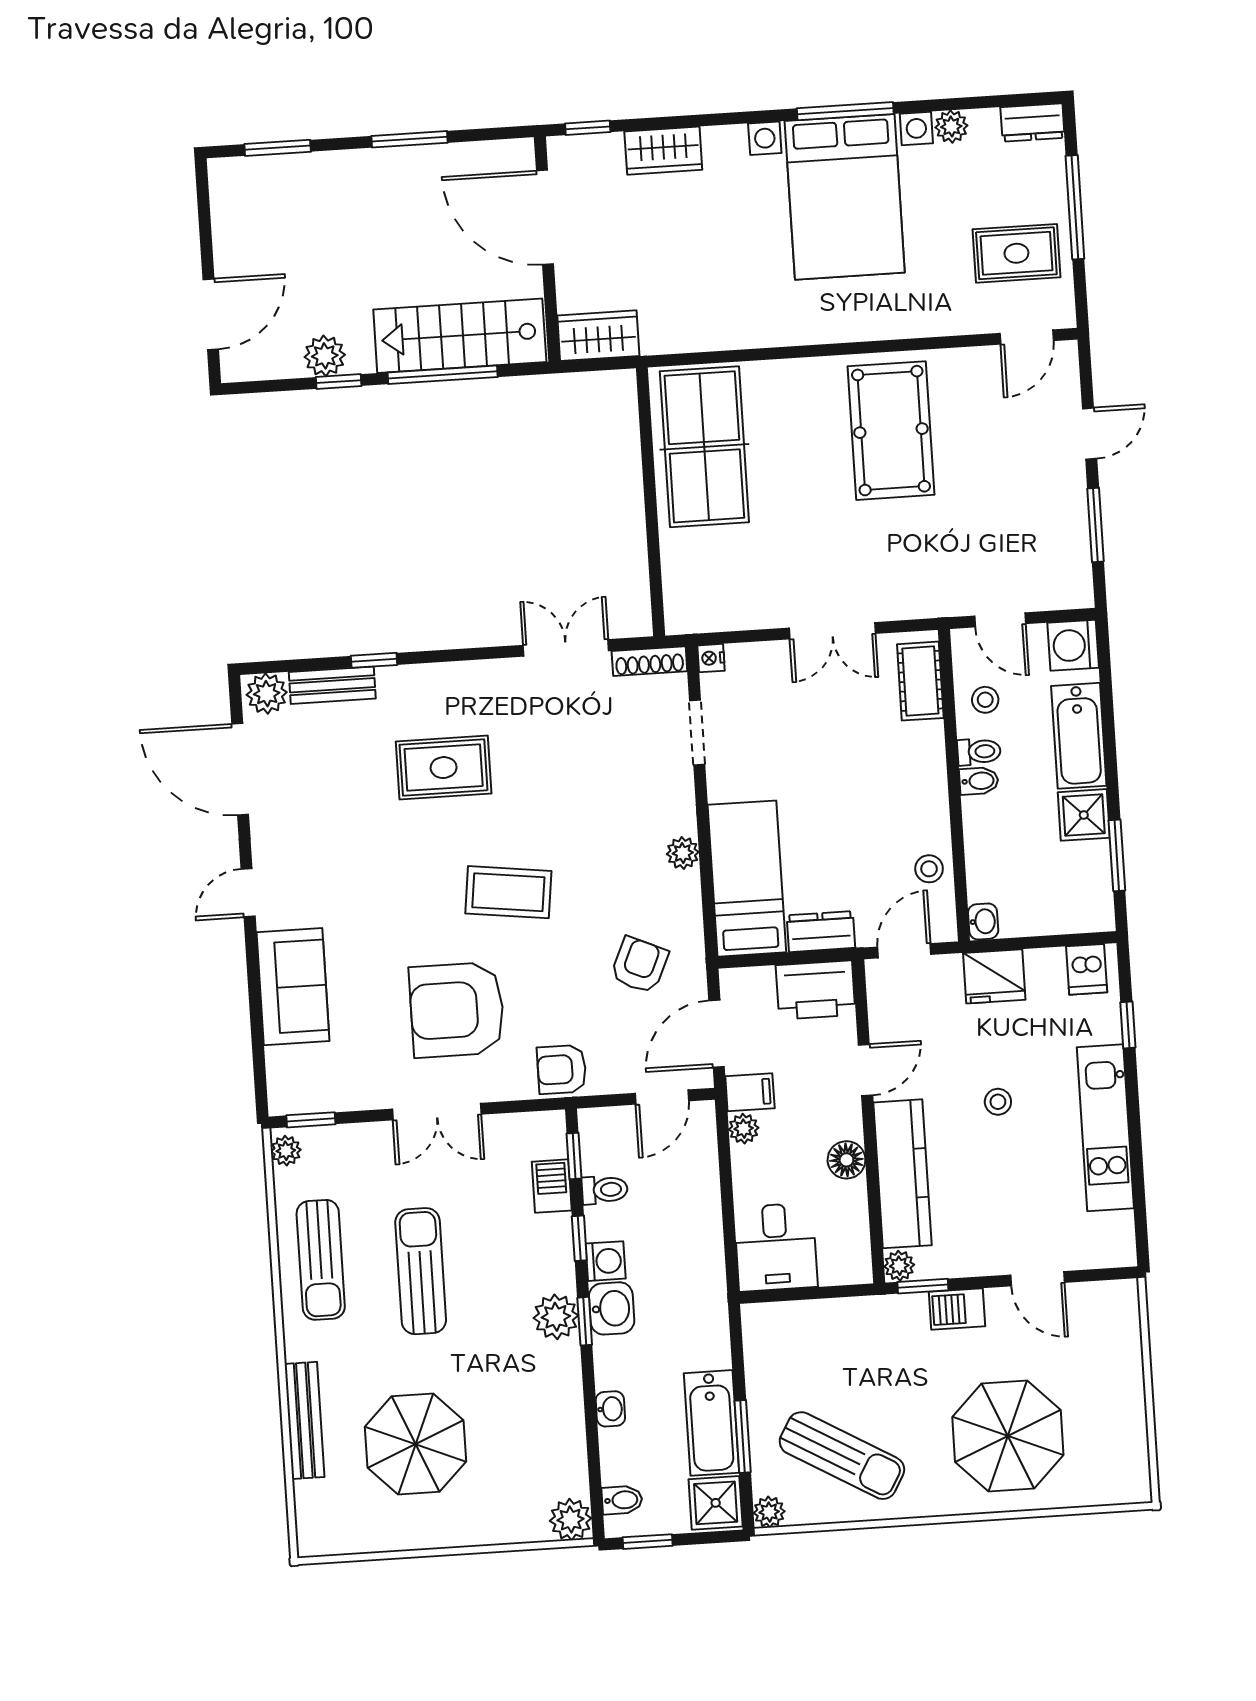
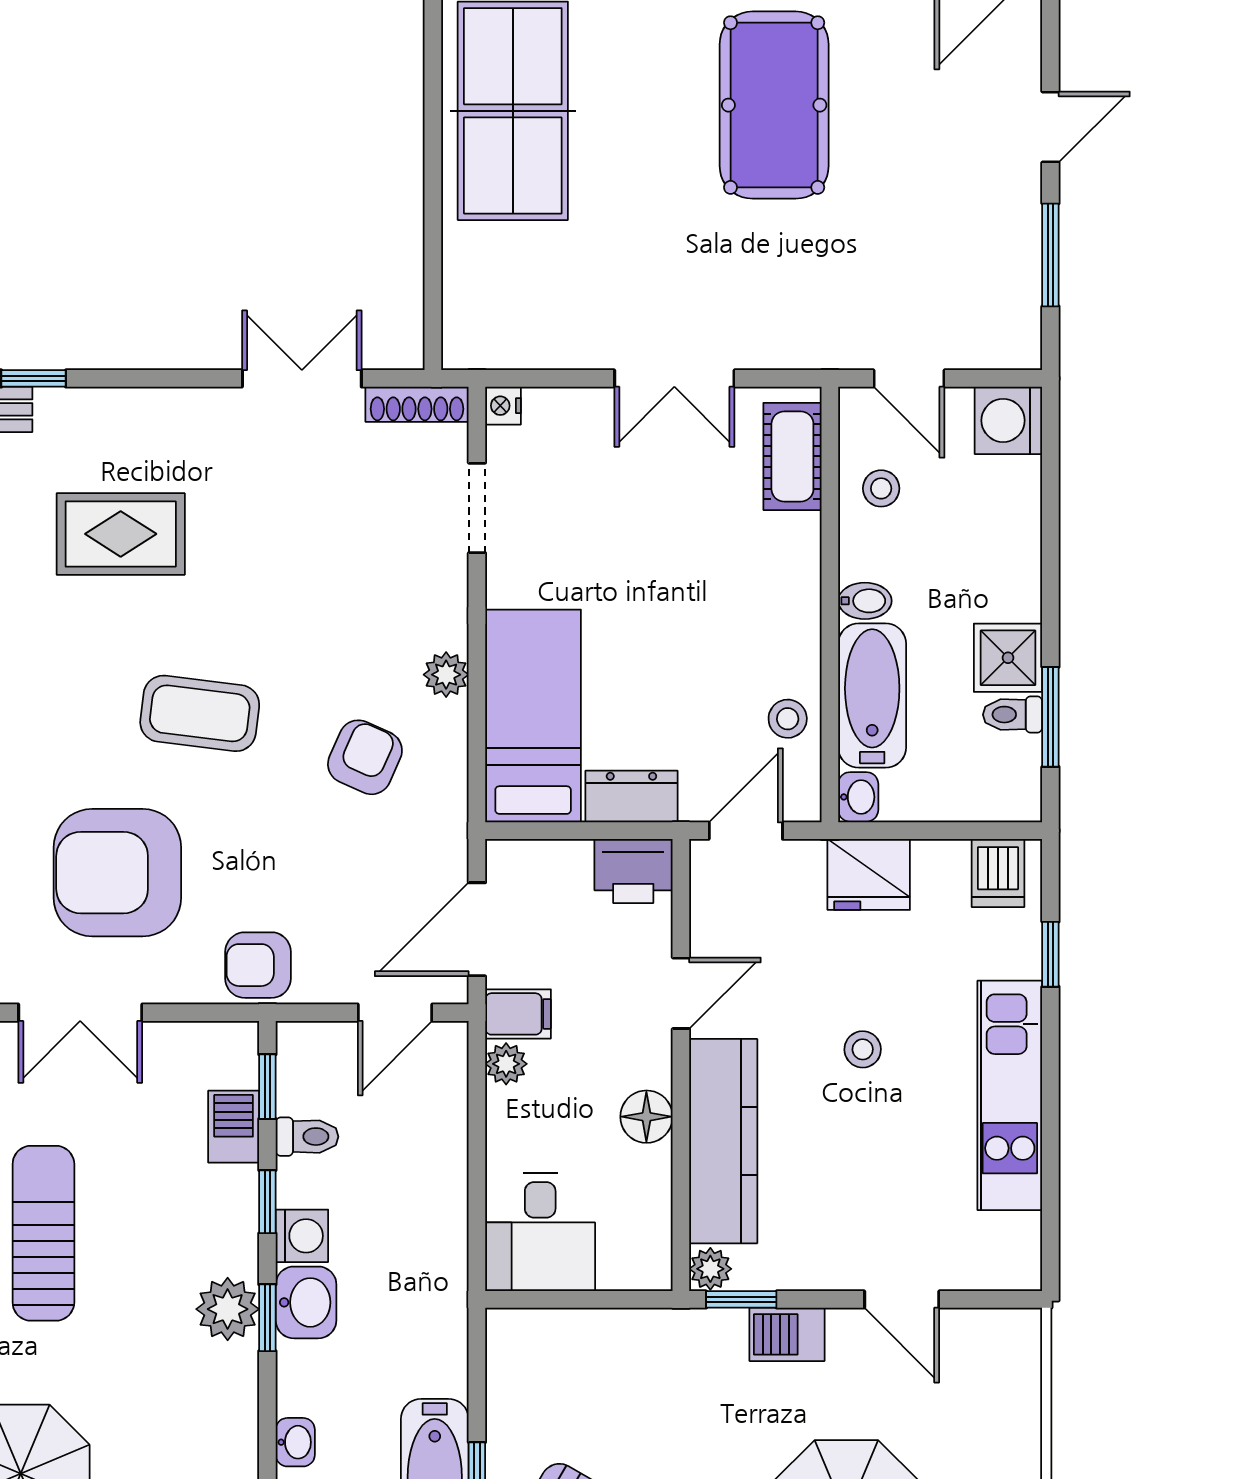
bathtub: (1079, 736) -> (872, 696), moved, turned 180
toilet: (979, 752) -> (1013, 715), moved, turned 180
armchair: (639, 965) -> (365, 757), moved
printer: (816, 990) -> (633, 871), width x0.73, depth x0.84

